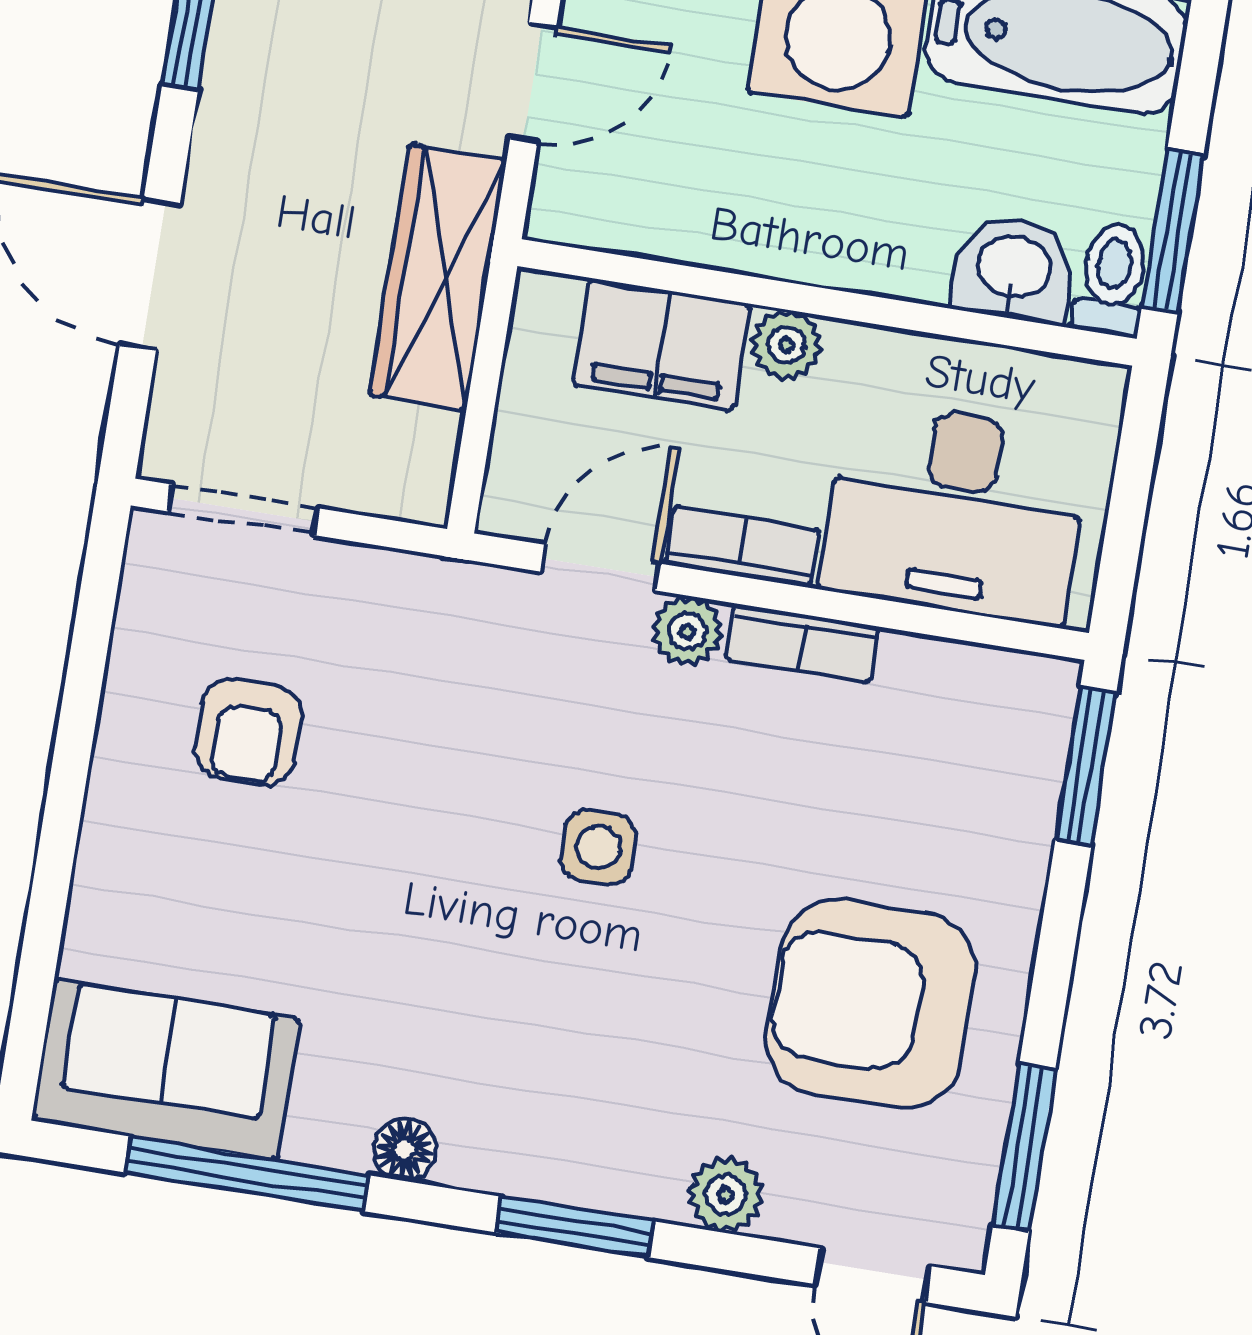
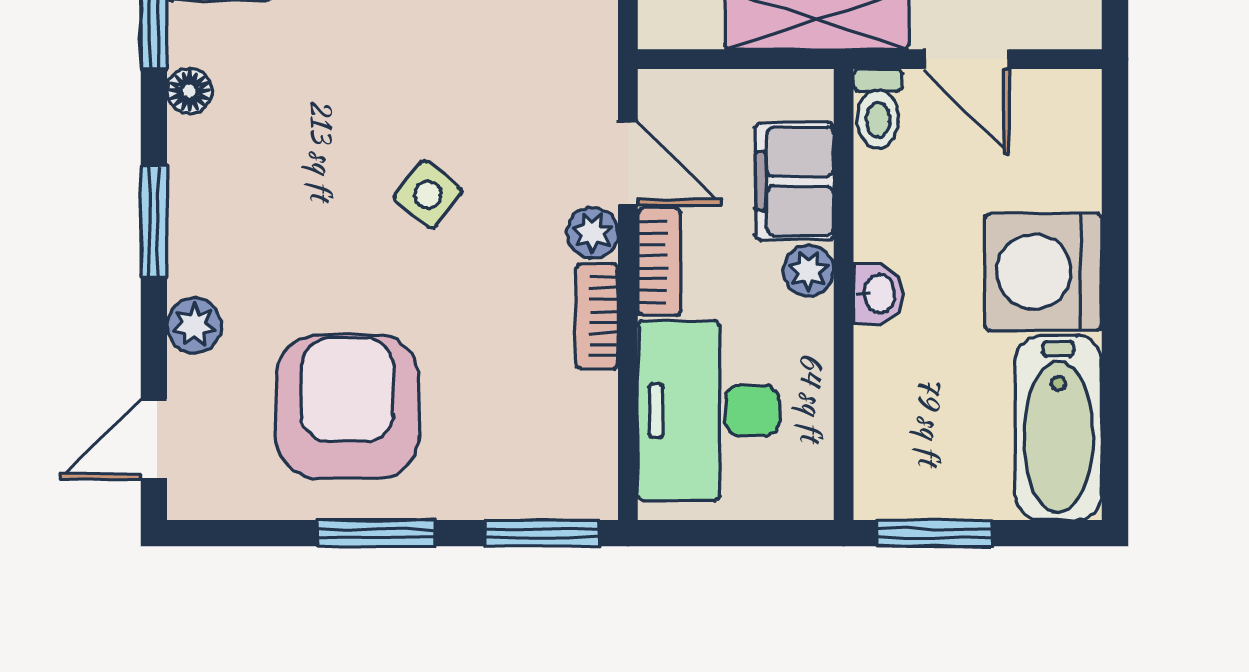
washbasin: (1014, 269) -> (878, 294), moved, width x0.72, depth x0.69
toilet: (1112, 279) -> (878, 109), moved, turned 90
side table: (599, 847) -> (428, 194), turned 38
window: (1024, 1147) -> (376, 533), moved

